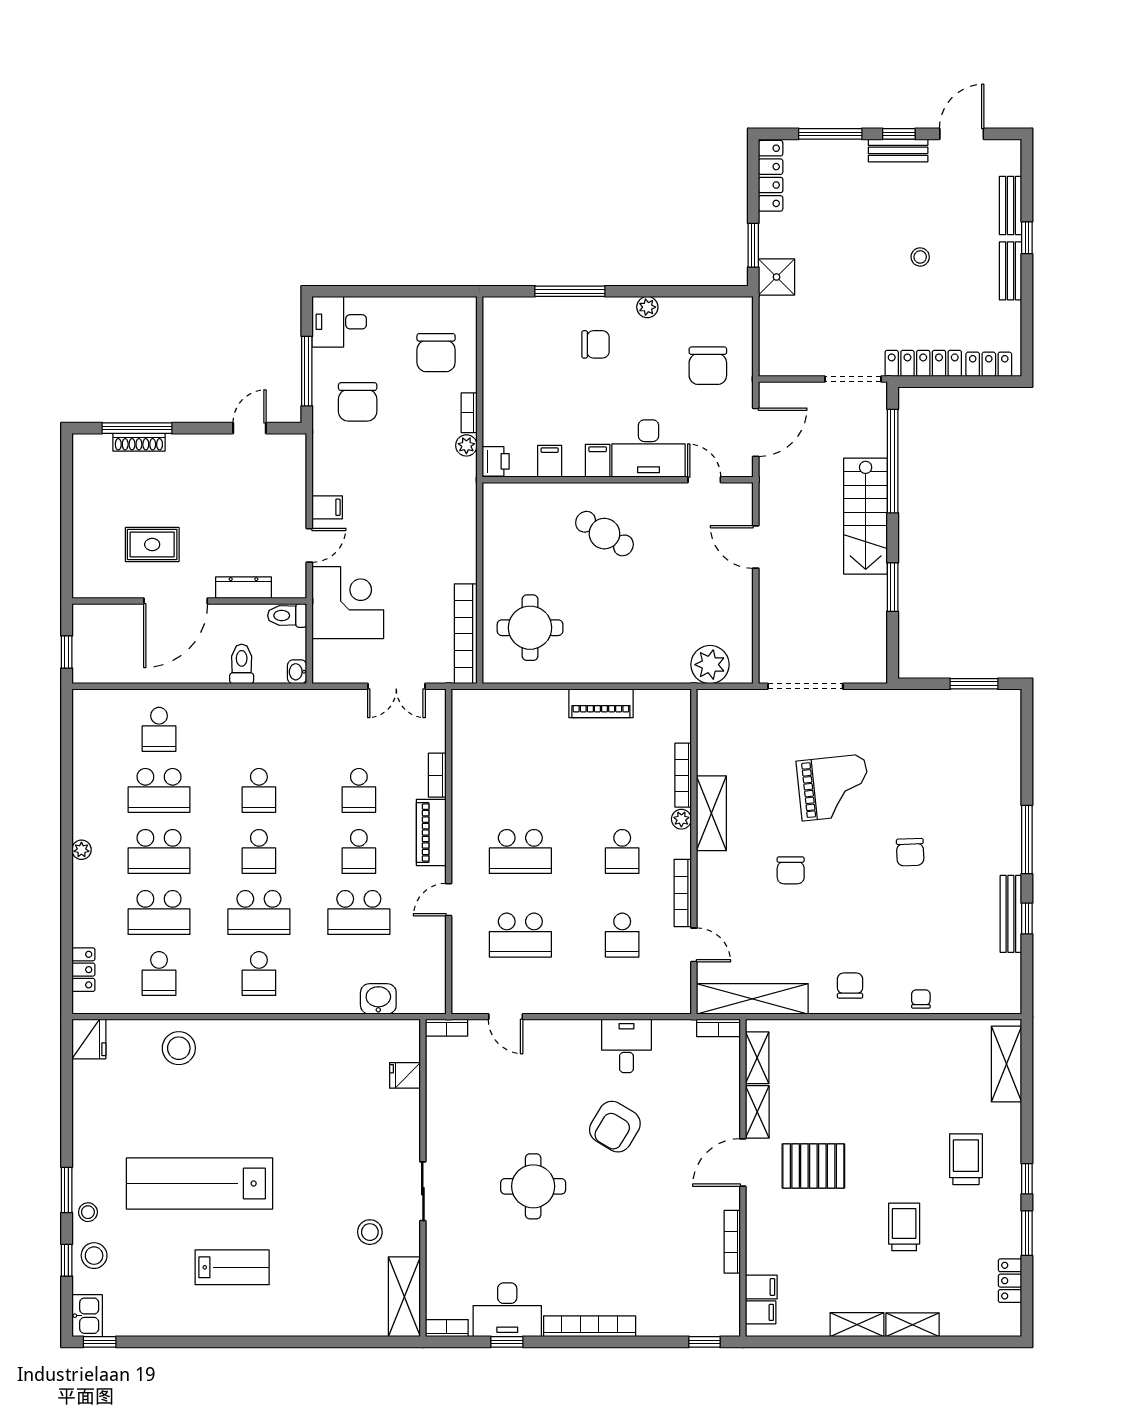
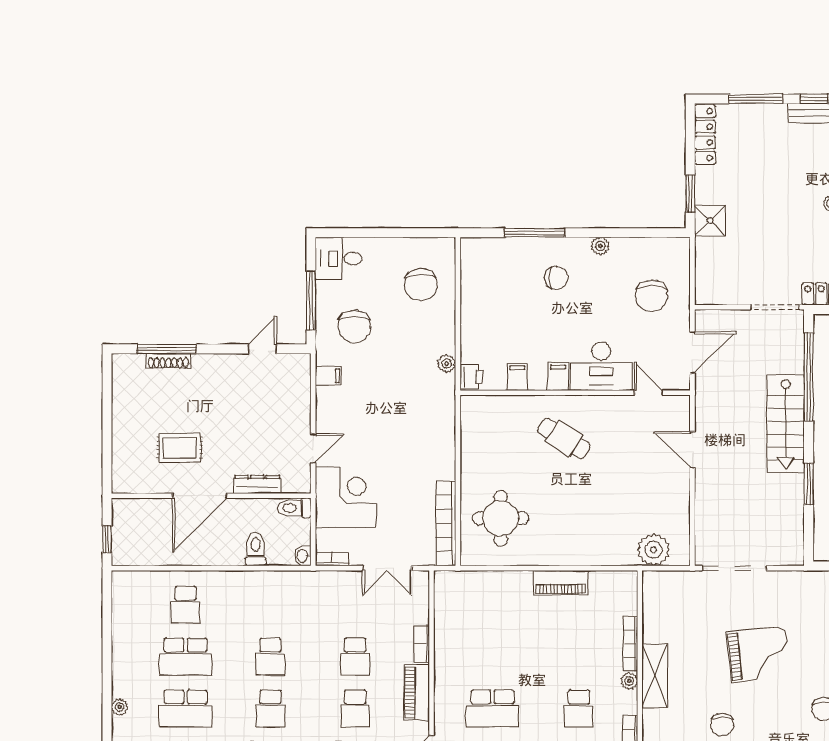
bookcase: (469, 413) -> (332, 559), moved, turned 90
filing cabinet: (327, 507) -> (328, 376), moved

